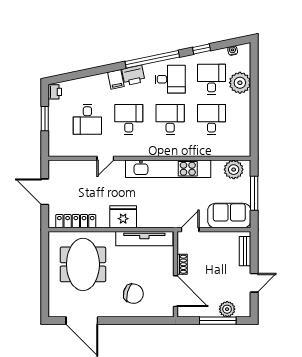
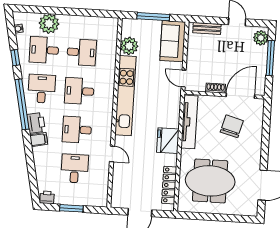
desk: (87, 119) -> (75, 168), turned -90
desk: (212, 119) -> (82, 52), turned 180
plant: (234, 170) -> (129, 46), moved
chair: (133, 294) -> (232, 126), moved
plant: (227, 309) -> (261, 38), moved

